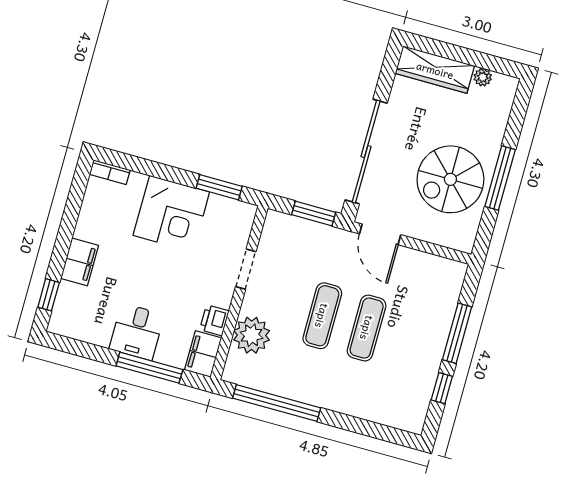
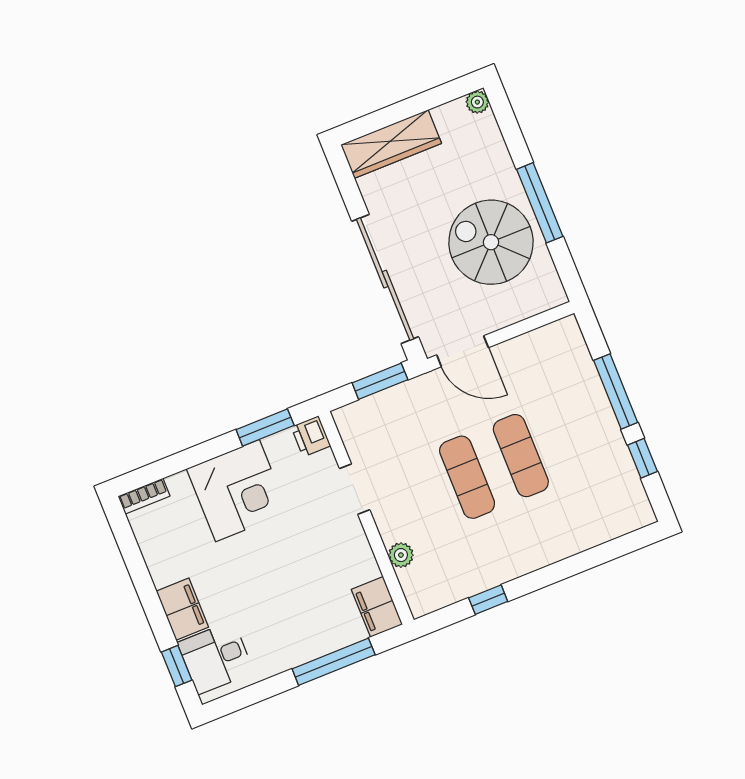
plant: (483, 77) -> (477, 102), moved
spiral stairs: (450, 179) -> (491, 242), turned 90
printer: (214, 320) -> (311, 436), moved
desk: (137, 332) -> (216, 658), moved, turned 90
plant: (252, 335) -> (401, 555), width x0.53, depth x0.53
window: (277, 403) -> (488, 600), width x0.32

